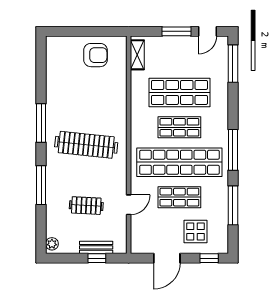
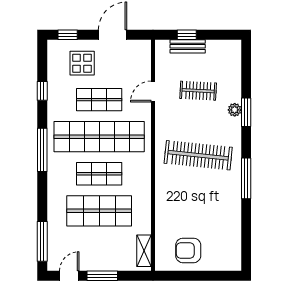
window: (41, 185) -> (246, 112), width x0.69
window: (233, 205) -> (42, 91), width x0.46
plant: (52, 244) -> (235, 110), moved

